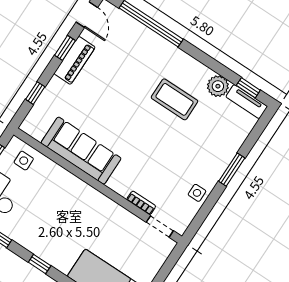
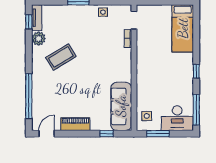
window: (65, 48) -> (72, 134), removed
coffee table: (174, 99) -> (61, 57), turned 59
sofa: (81, 151) -> (121, 106), moved

